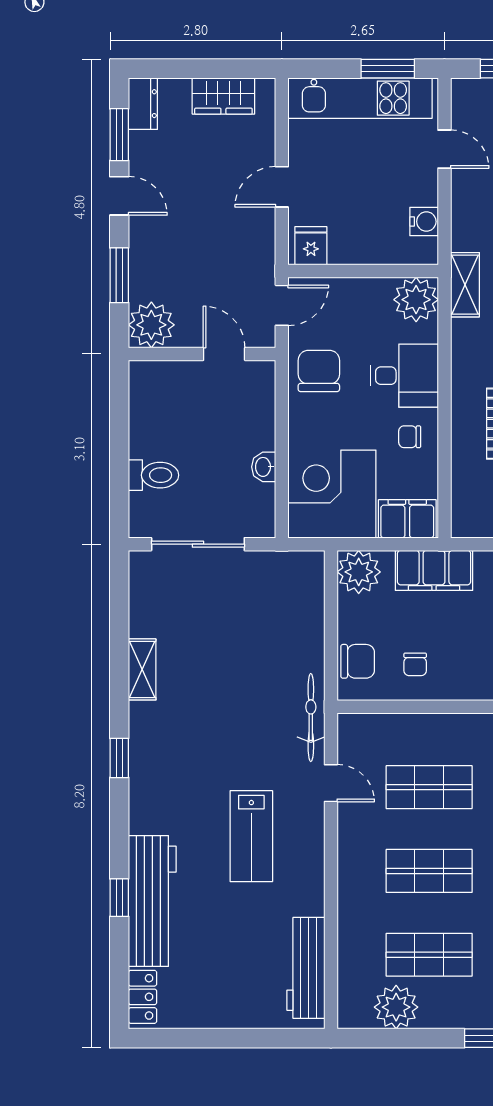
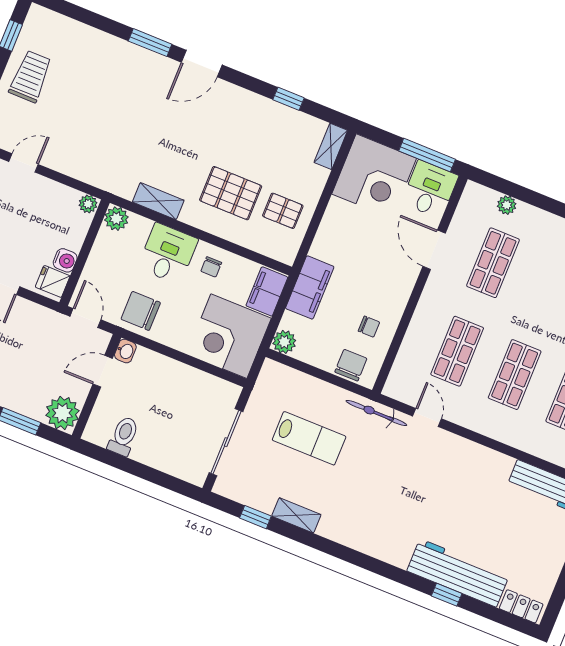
water cooler: (424, 222) -> (65, 260), moved, turned 90
plant: (426, 251) -> (88, 204), added
shelving: (465, 285) -> (158, 201), moved
plant: (416, 300) -> (116, 219), width x0.73, depth x0.73
washbasin: (264, 467) -> (125, 351), moved, turned -90
toilet: (154, 475) -> (124, 436), moved
plant: (359, 572) -> (284, 342), width x0.73, depth x0.73
window: (119, 758) -> (255, 517), moved
door: (331, 783) -> (427, 417), hinge flipped
lab bench: (251, 836) -> (309, 438), moved

